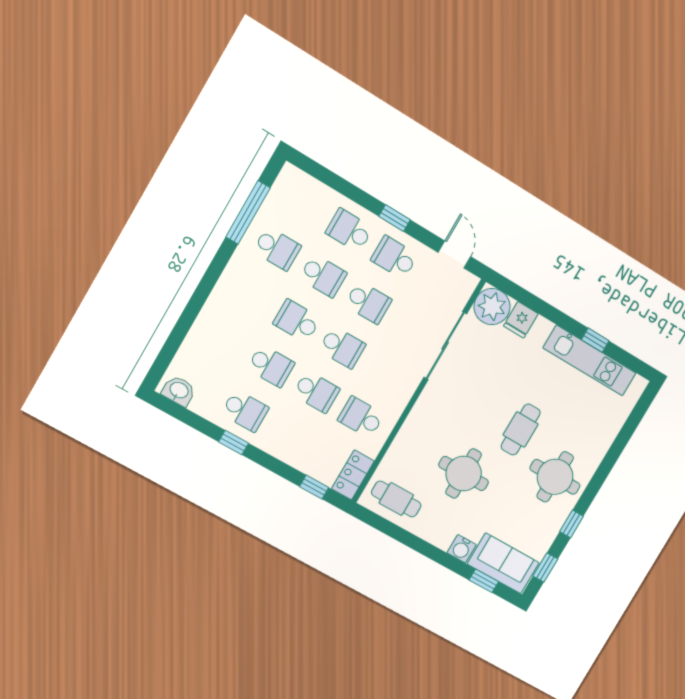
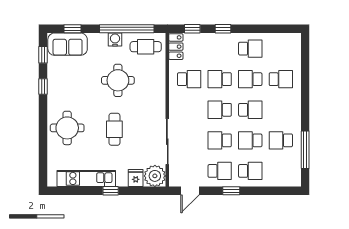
door: (454, 254) -> (190, 191), hinge flipped
school desk: (225, 340) -> (281, 79), added
window: (595, 340) -> (111, 191), moved
washbasin: (179, 391) -> (289, 40), removed
school desk: (245, 411) -> (250, 49), turned 180
cafe table: (521, 430) -> (114, 129), moved
window: (233, 442) -> (223, 29), moved
round table: (555, 477) -> (67, 128), moved
window: (408, 539) -> (127, 29), added
water cooler: (462, 549) -> (115, 40), moved

